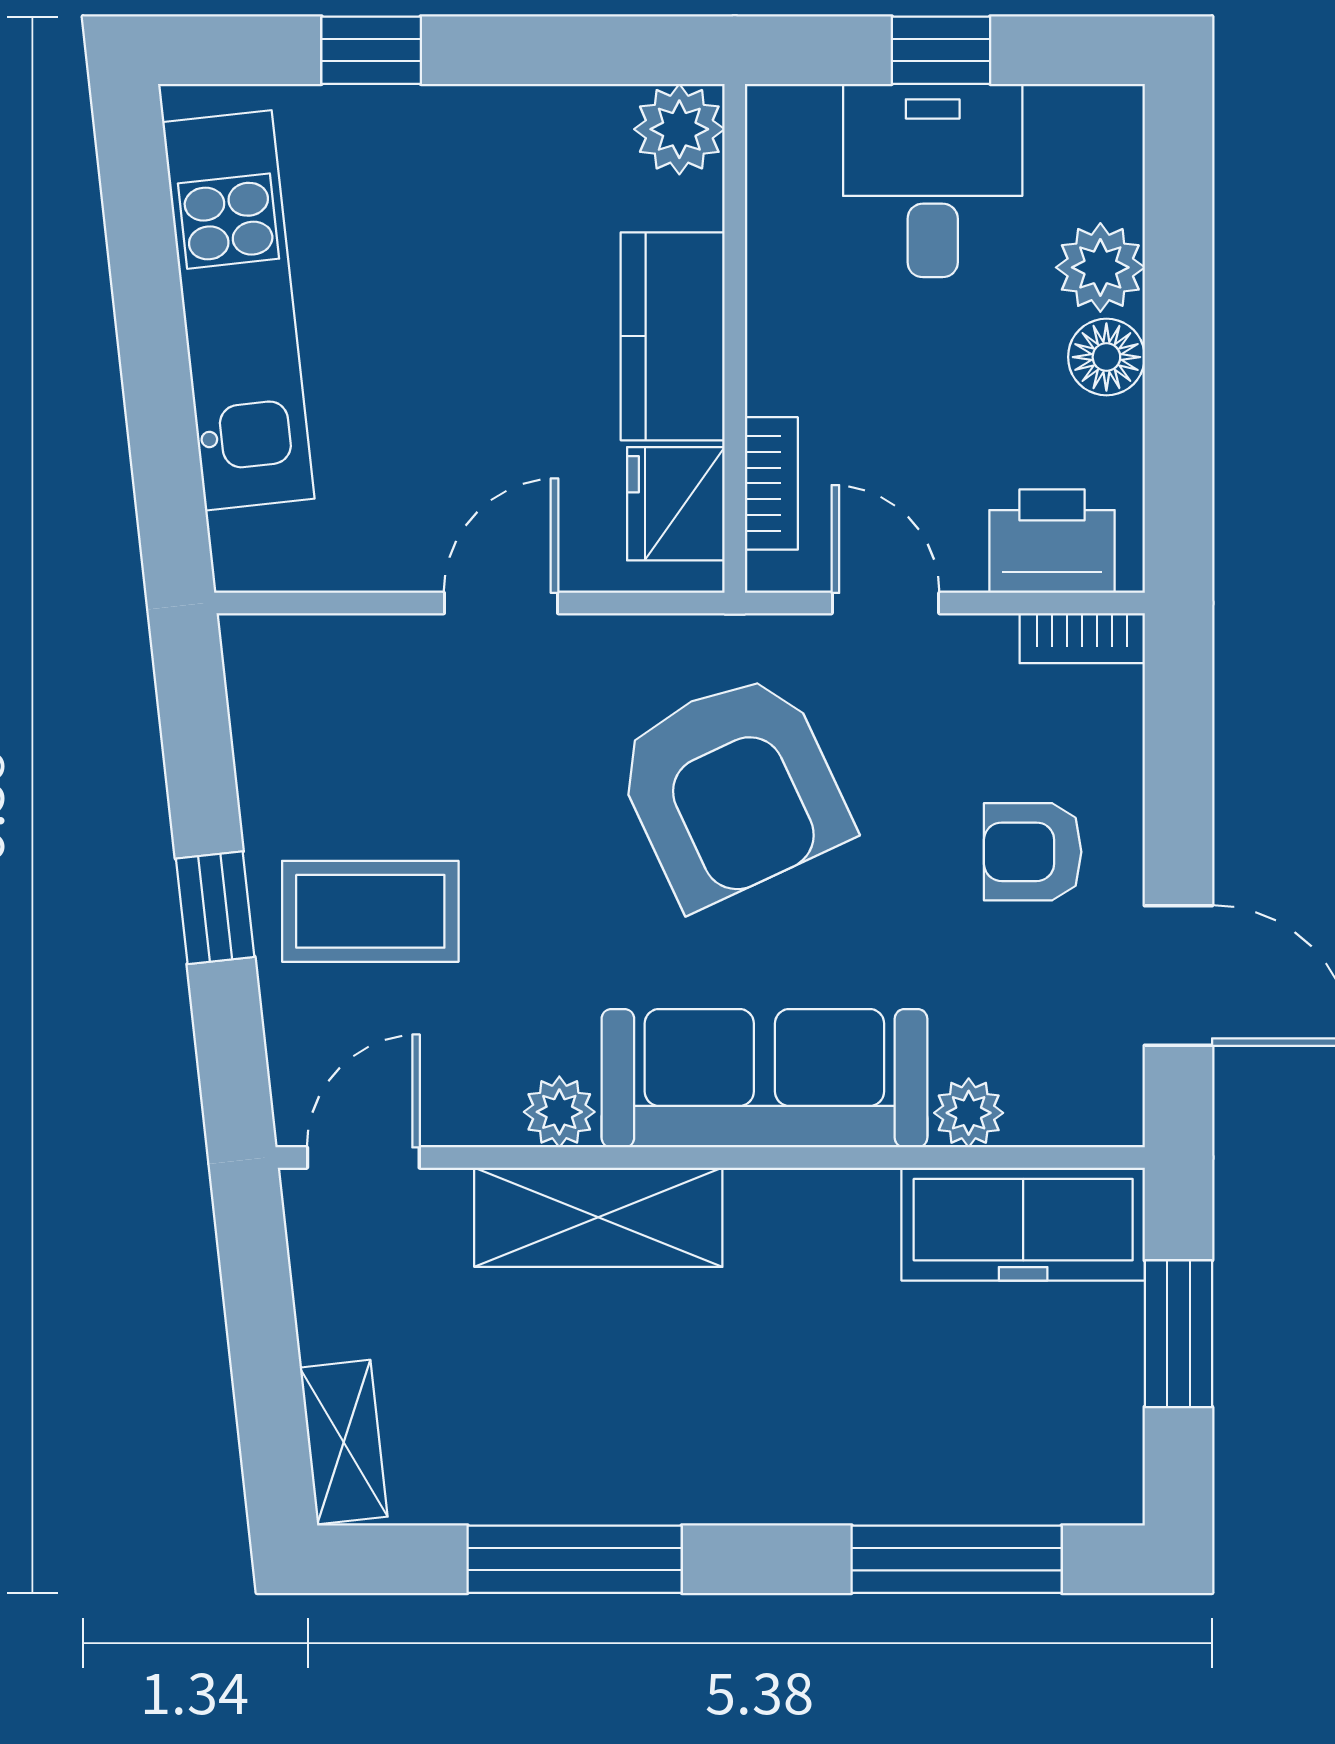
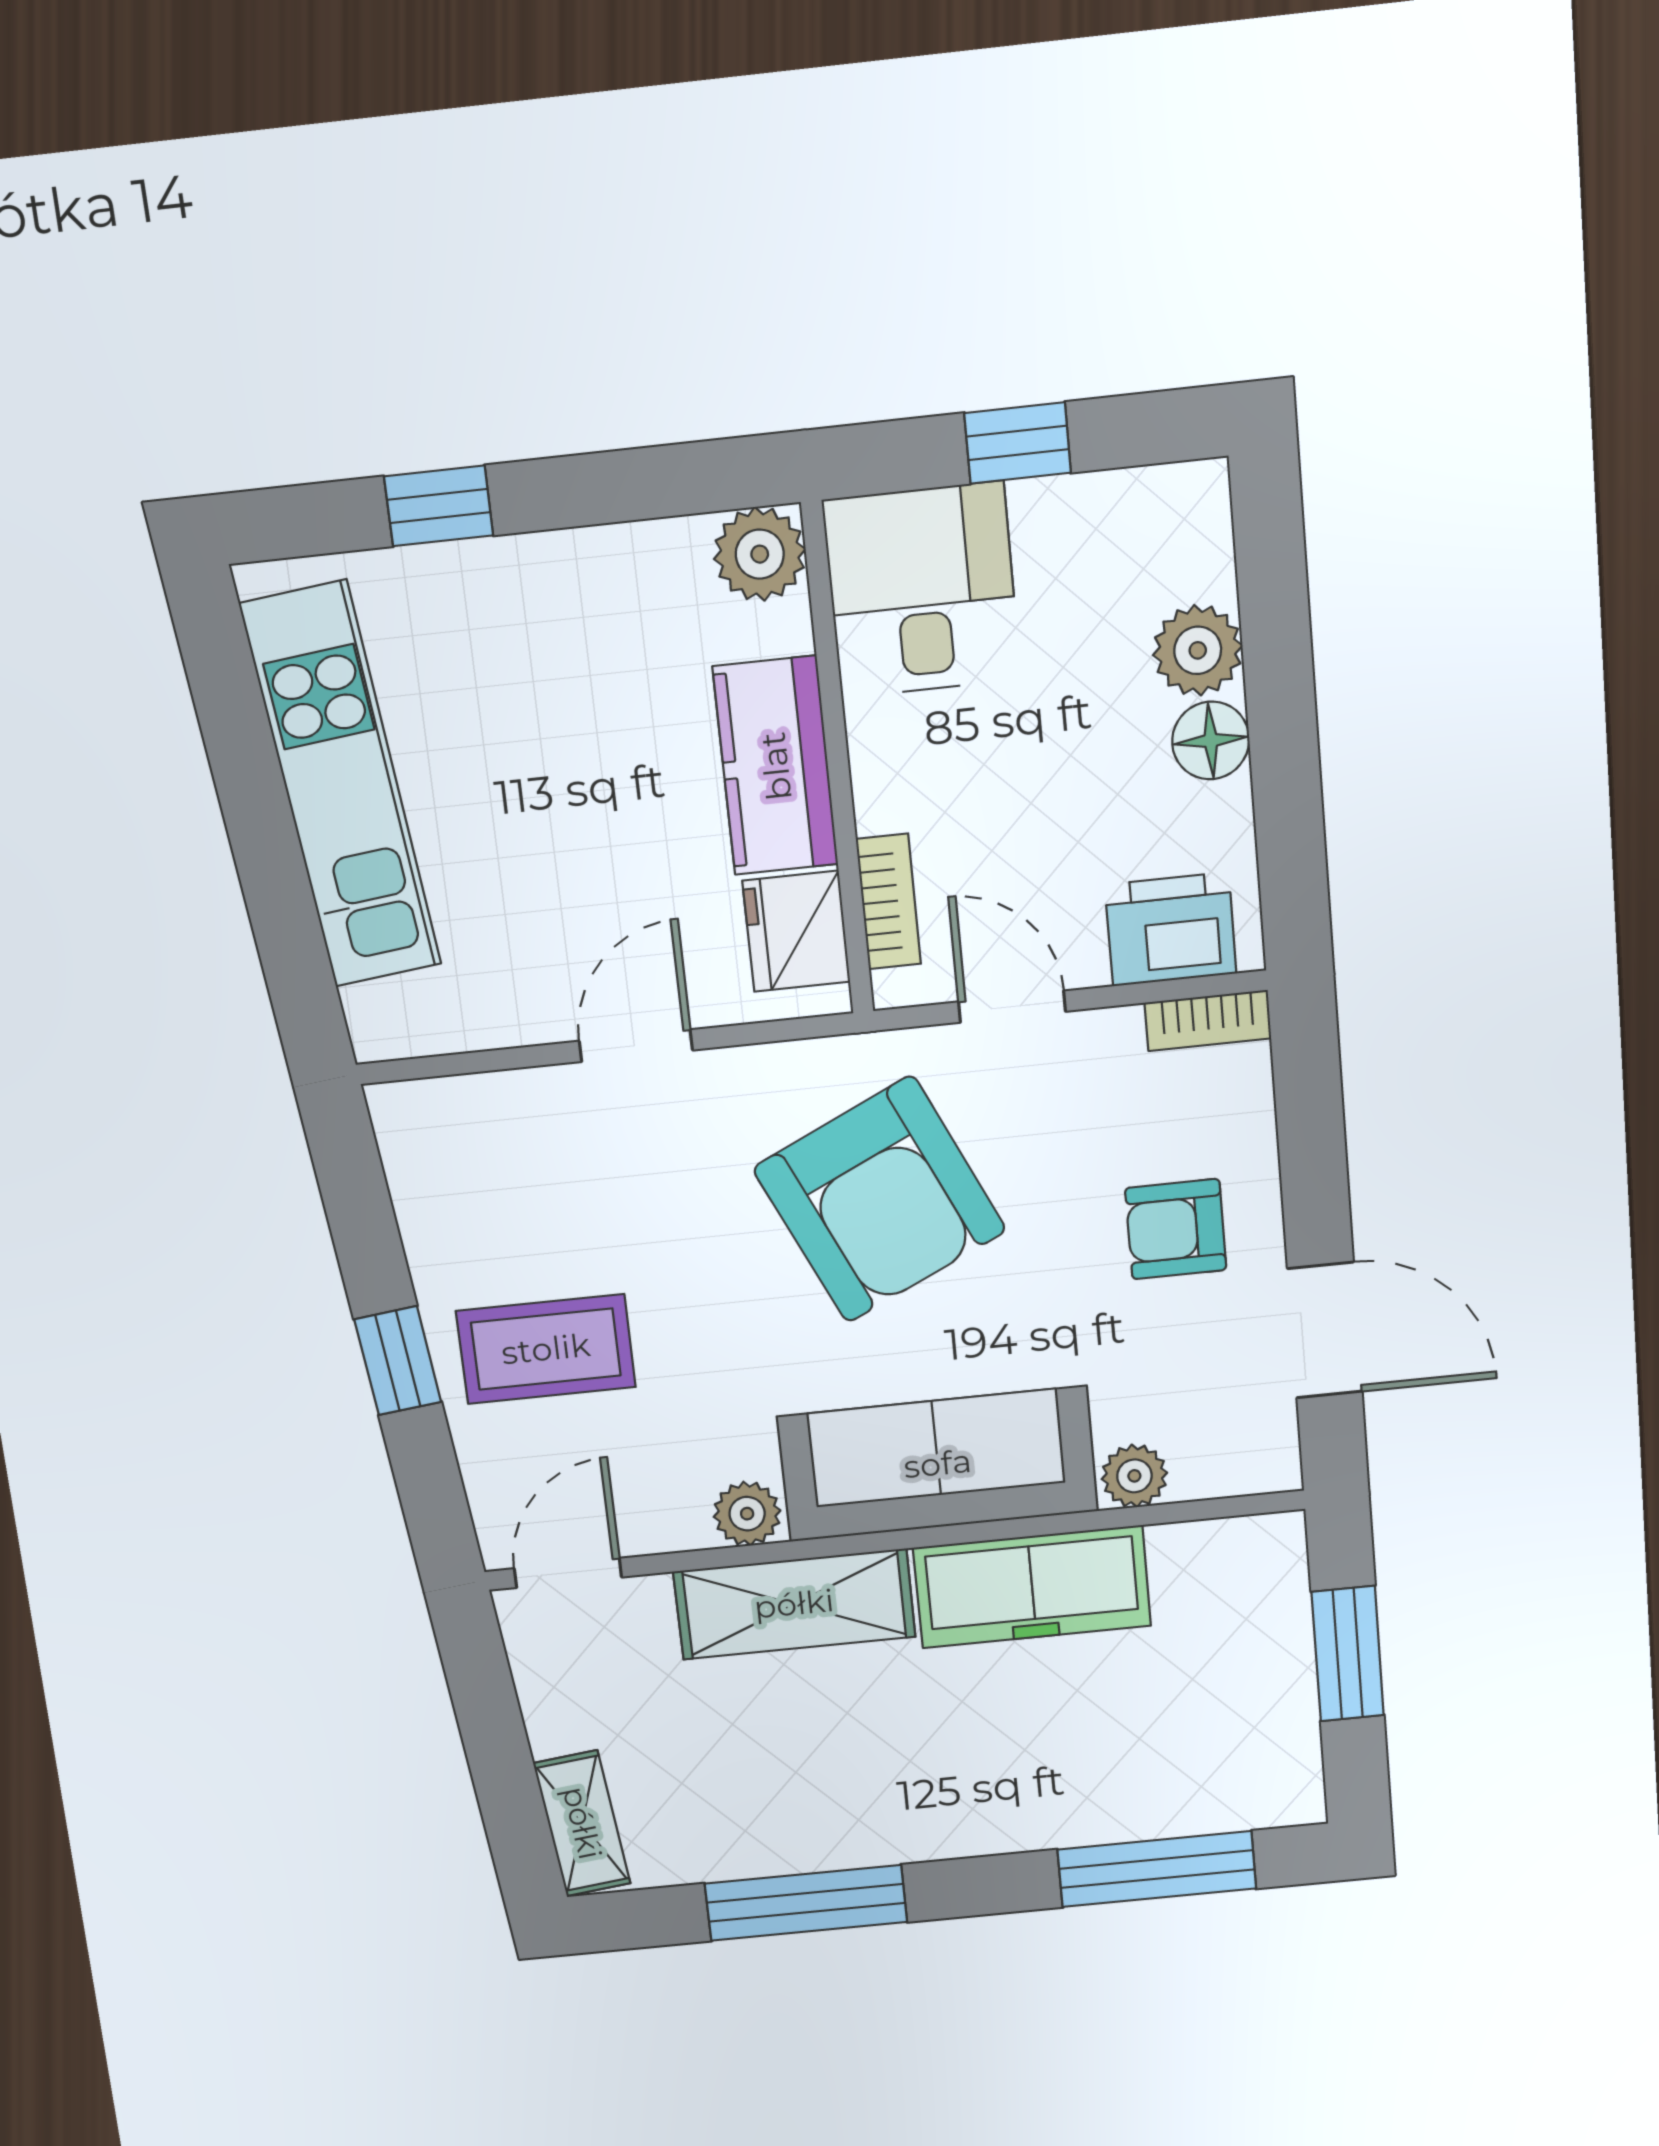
desk: (933, 180) -> (922, 590), moved
freezer: (1023, 1224) -> (1032, 1587), moved

